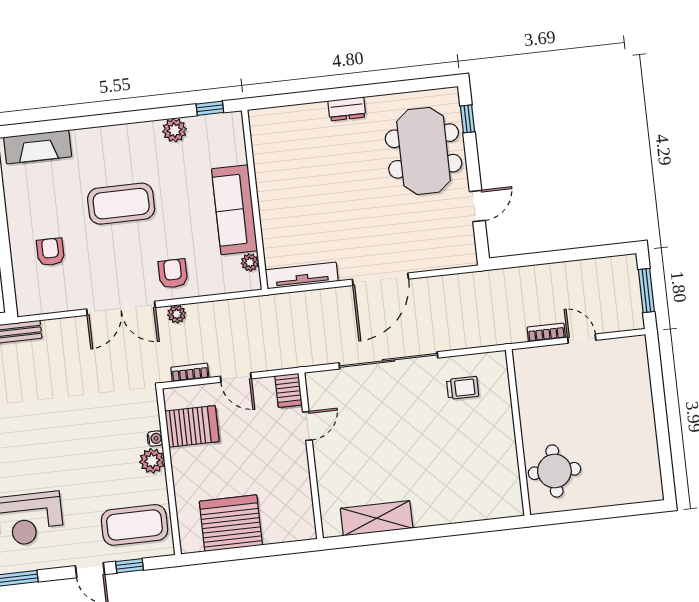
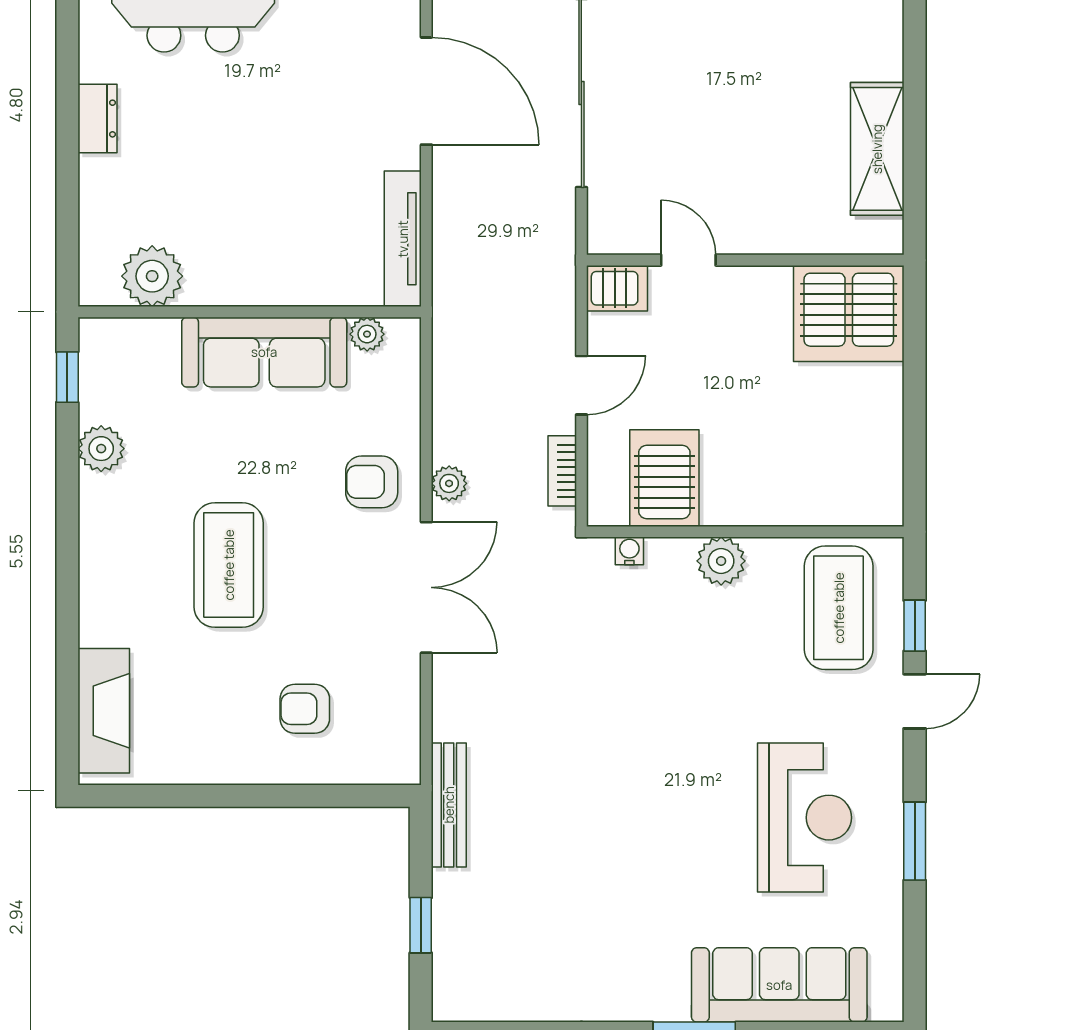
plant: (268, 147) -> (152, 276), added
water cooler: (155, 438) -> (629, 551), moved
server rack: (231, 523) -> (849, 314), moved, turned -90

